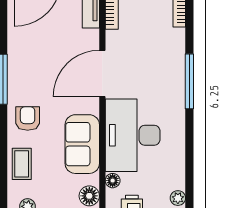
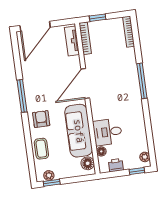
desk: (133, 135) -> (108, 132), width x0.53, depth x0.77
sofa: (82, 144) -> (79, 131), width x1.36

